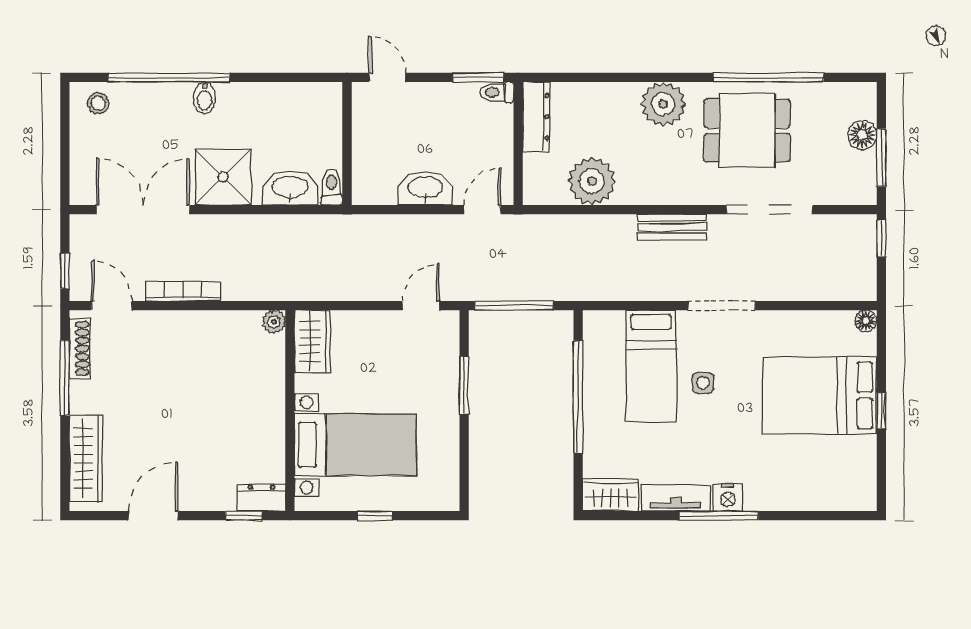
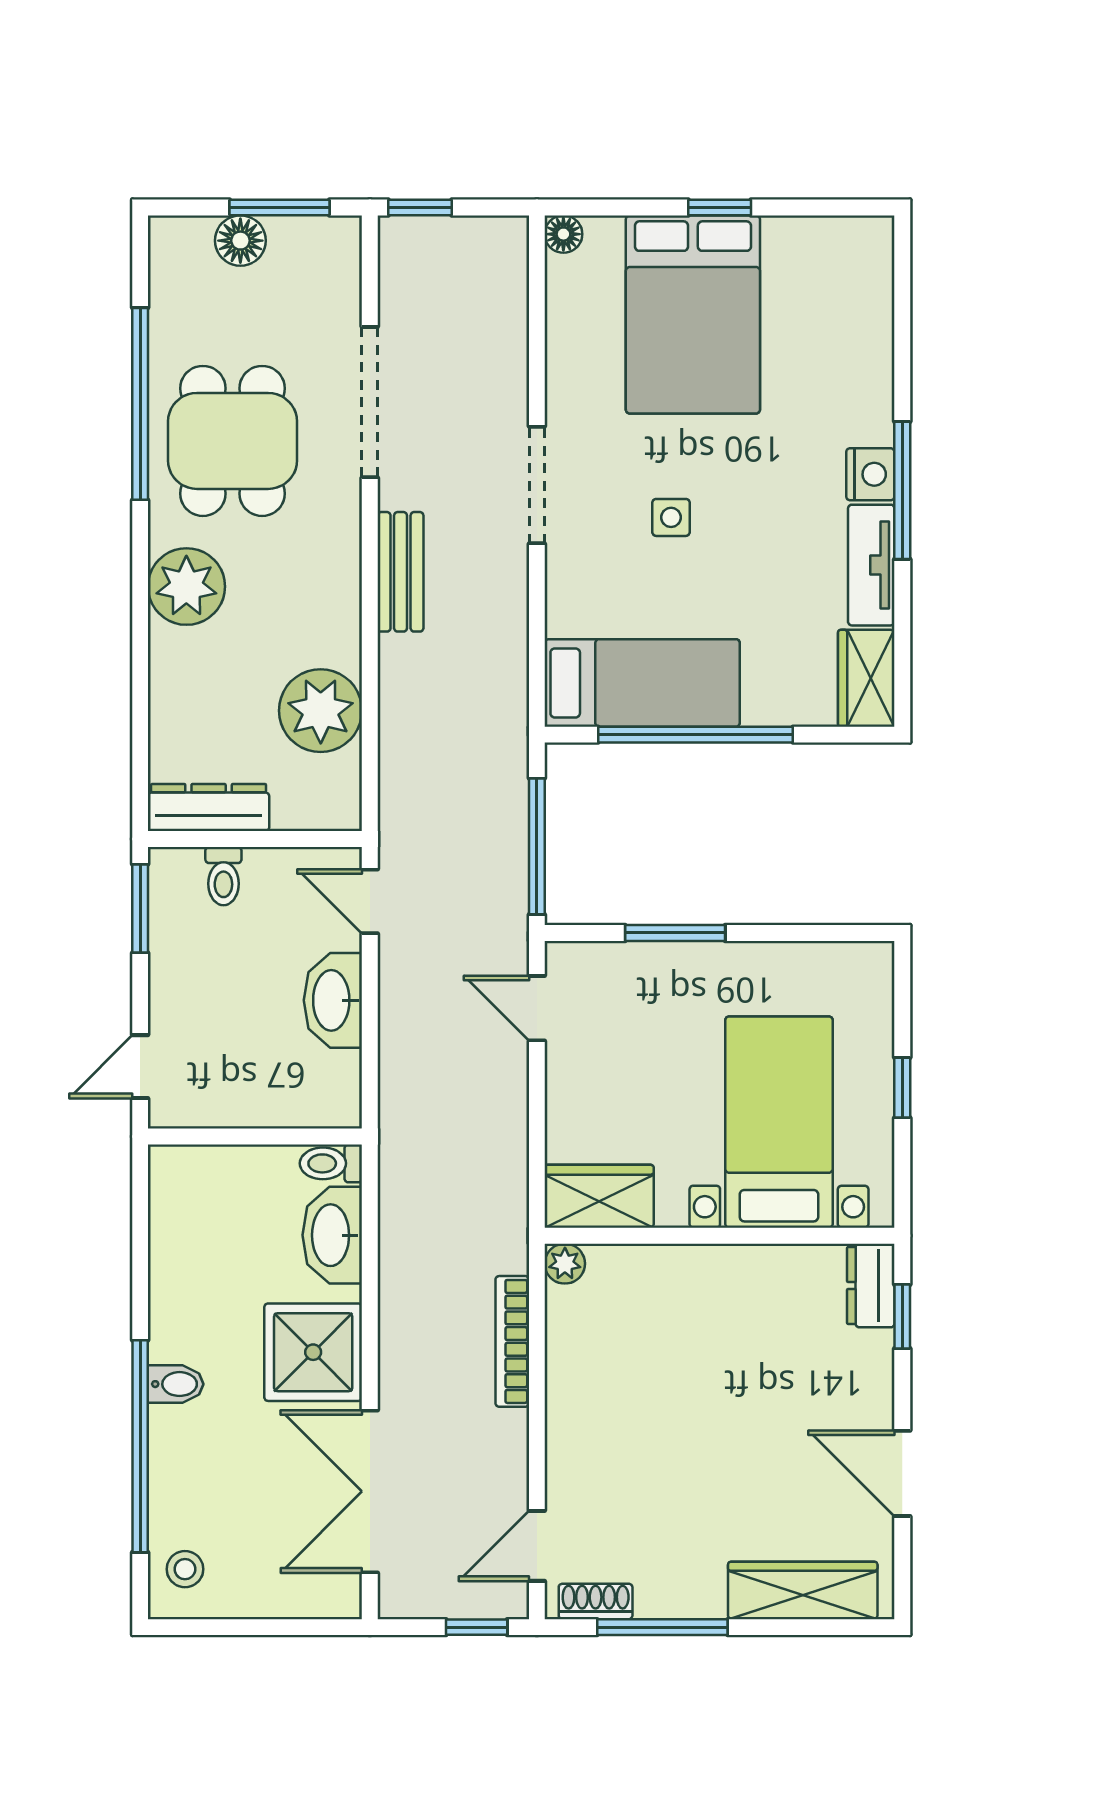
toilet: (497, 92) -> (223, 876), moved
bookcase: (183, 291) -> (512, 1341), moved
shoe rack: (80, 348) -> (596, 1601), width x0.70
bed: (651, 366) -> (642, 683), moved

